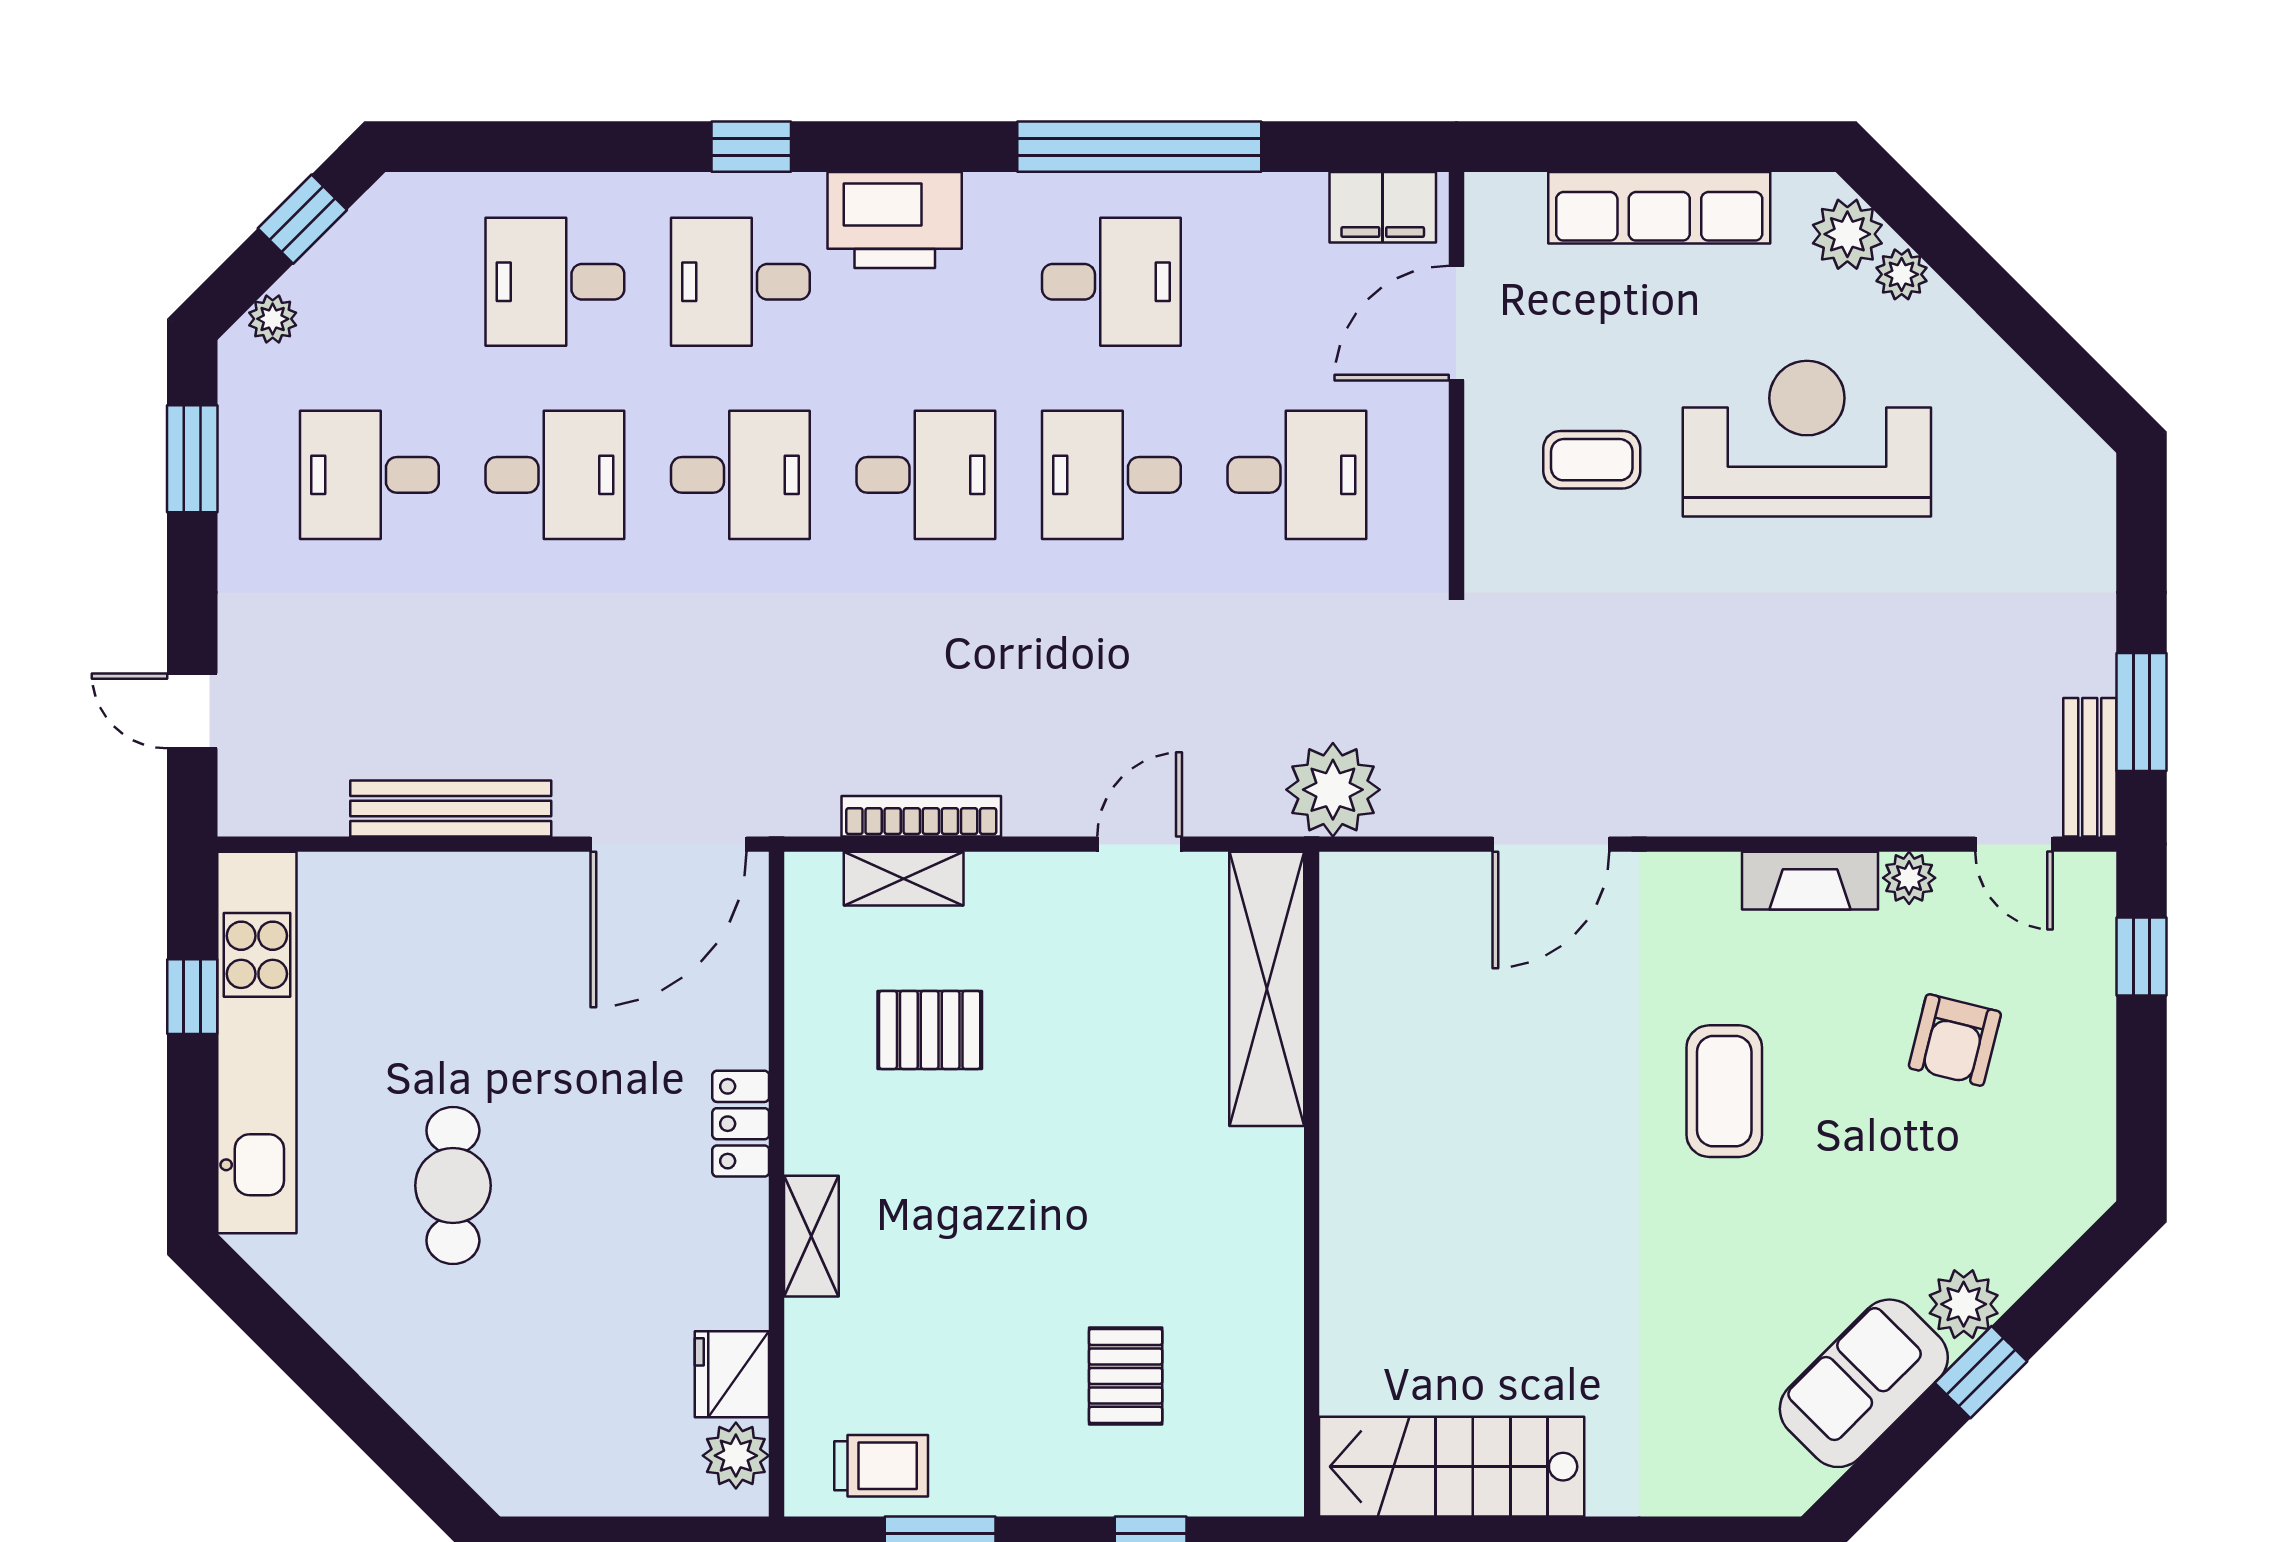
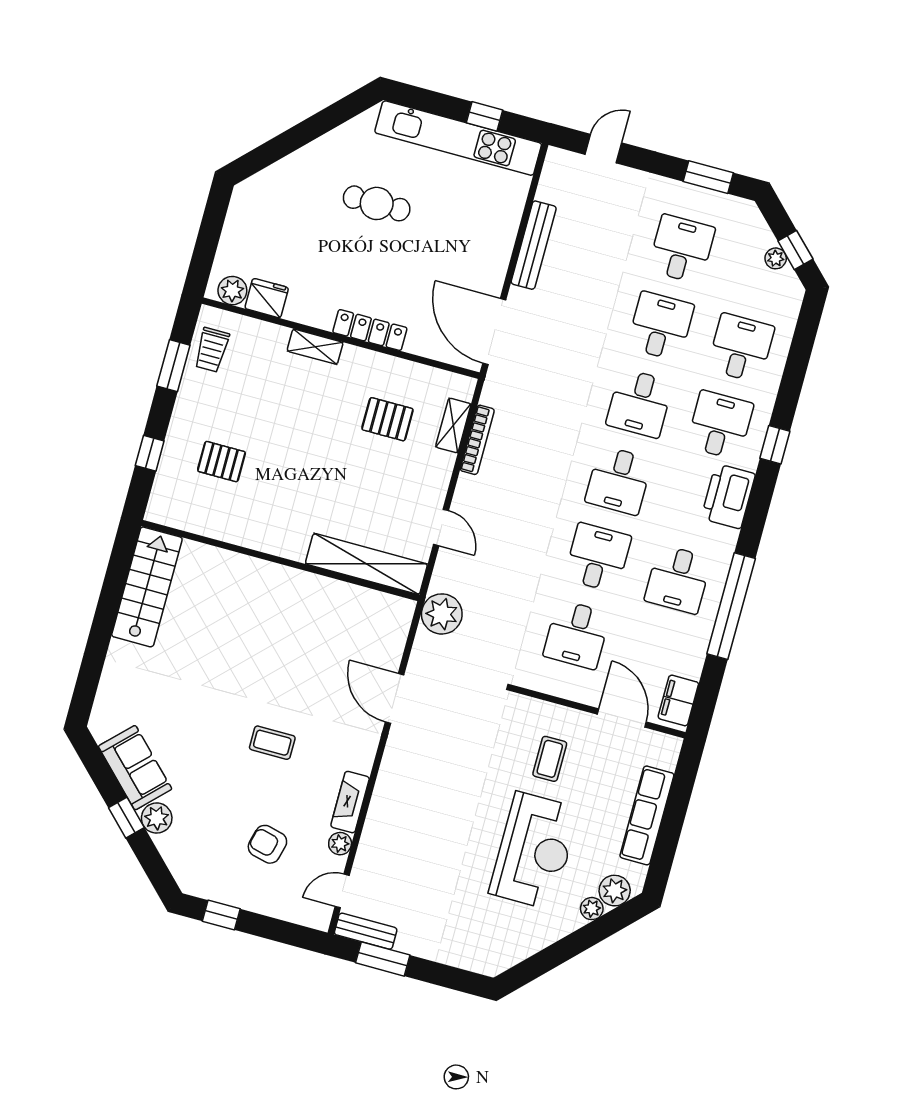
plant: (273, 319) -> (776, 258), moved
desk: (555, 475) -> (661, 326), turned 180
window: (2141, 956) -> (221, 915), moved
pallet: (930, 1030) -> (387, 419), turned 90
coffee table: (1724, 1091) -> (272, 743), width x0.73, depth x0.77
locker: (741, 1124) -> (370, 330), width x1.53

